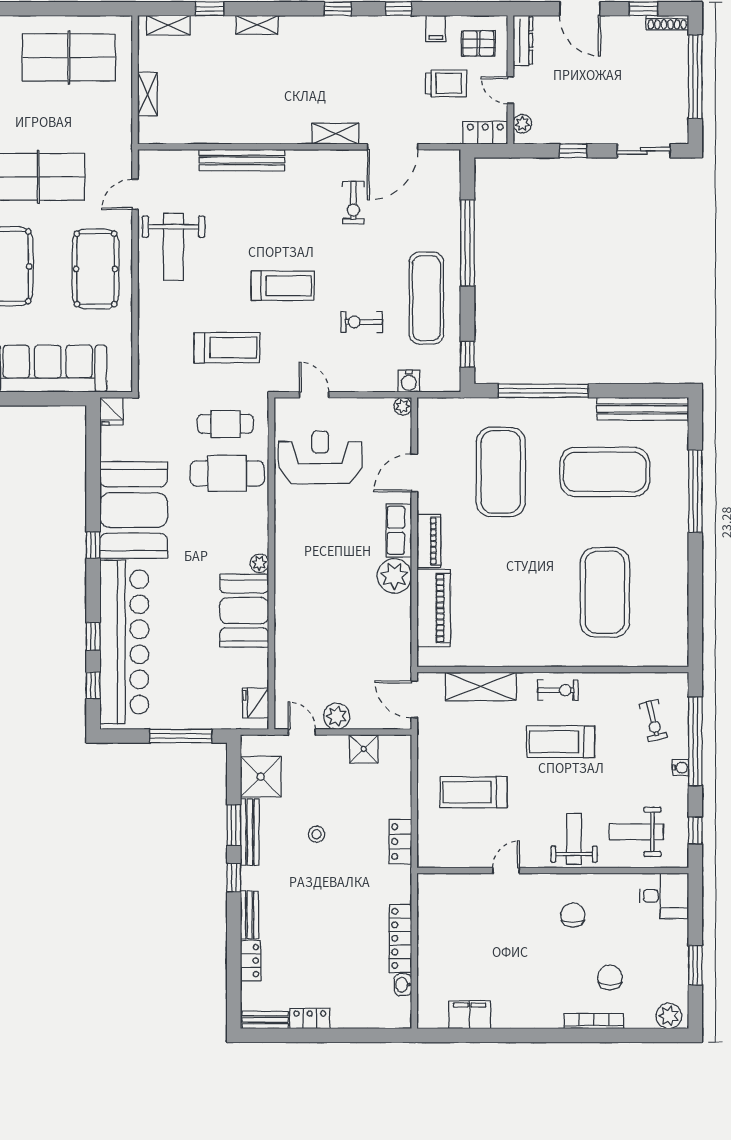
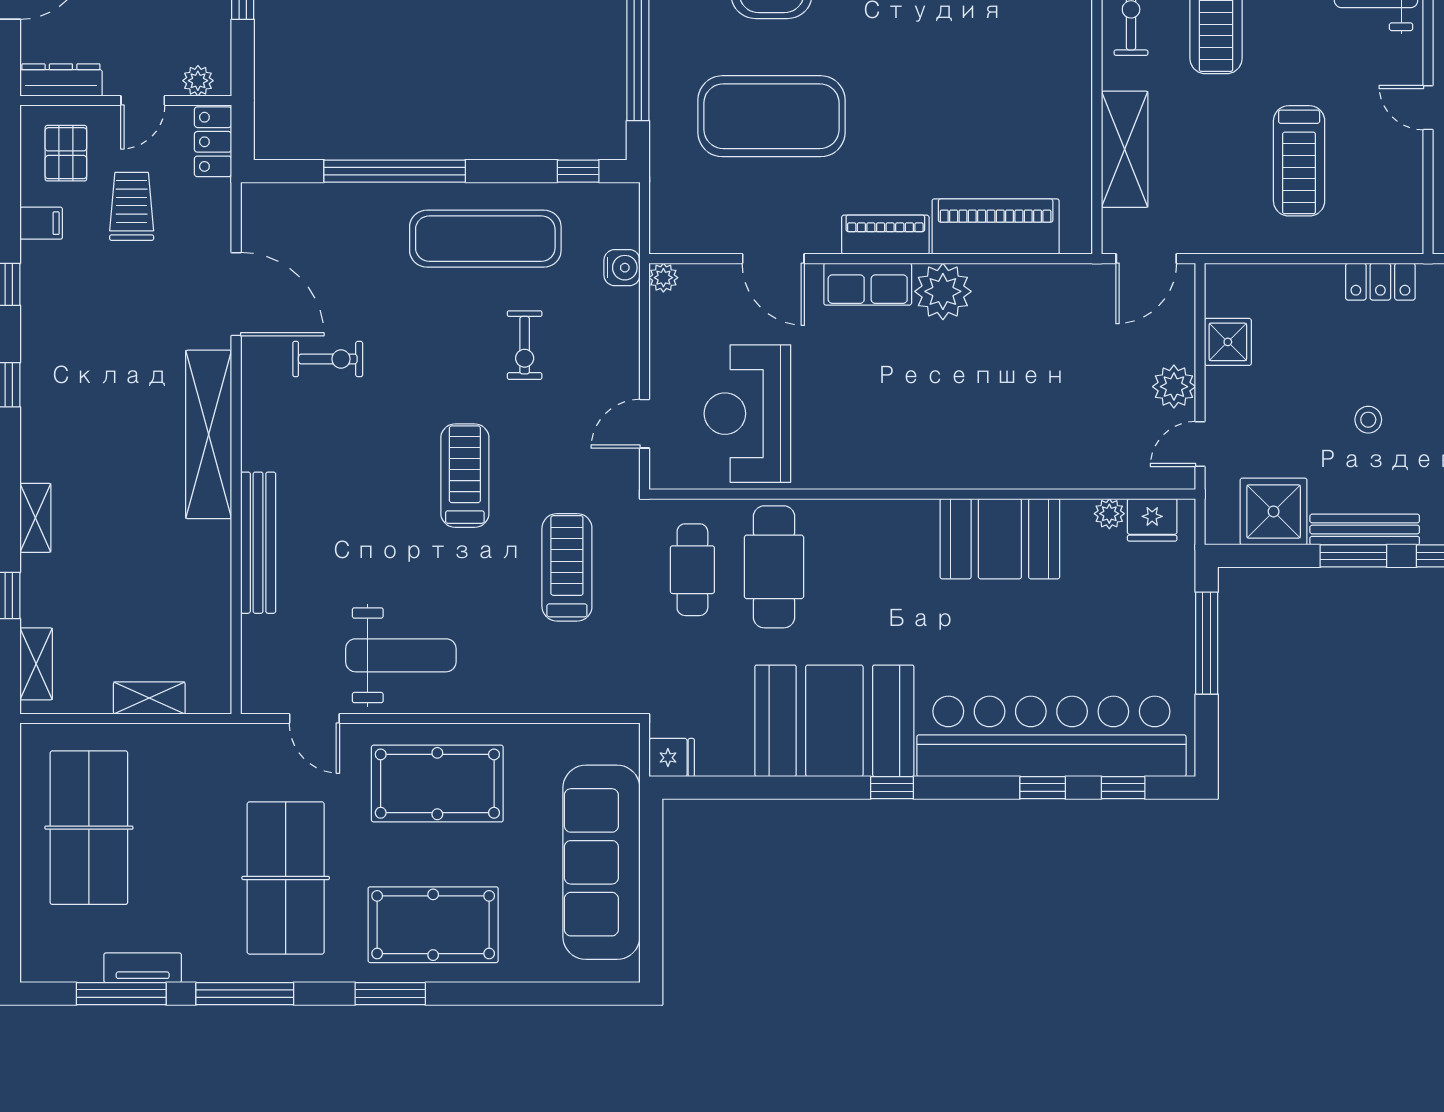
shelving: (335, 134) -> (209, 434), width x2.20, depth x1.33
plant: (259, 563) -> (1109, 514), moved

